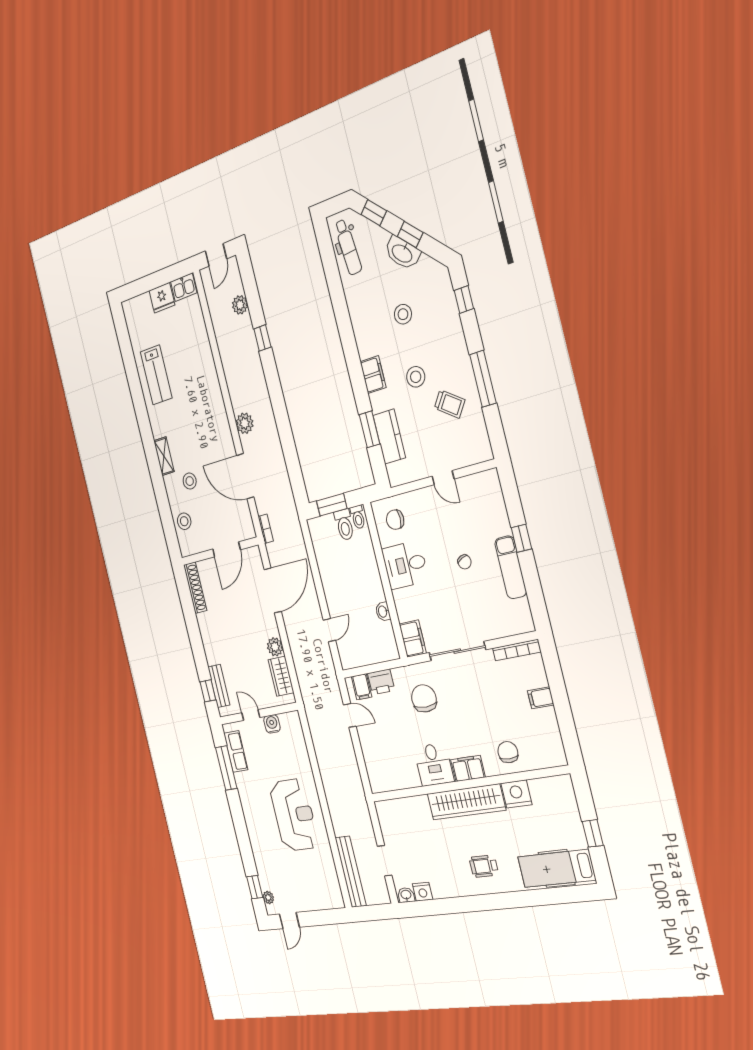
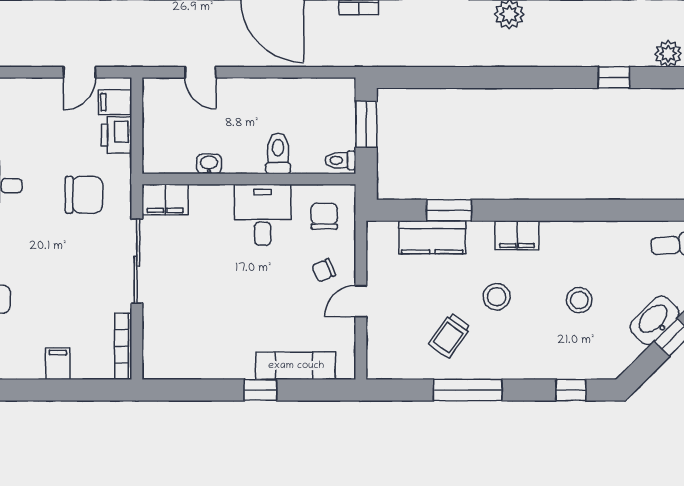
toilet: (344, 525) -> (278, 153), moved, turned 90
chair: (465, 562) -> (324, 270), moved
exam couch: (511, 567) -> (296, 366), moved

